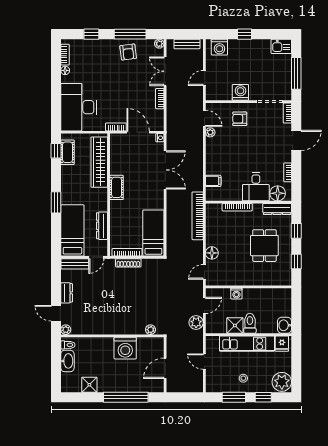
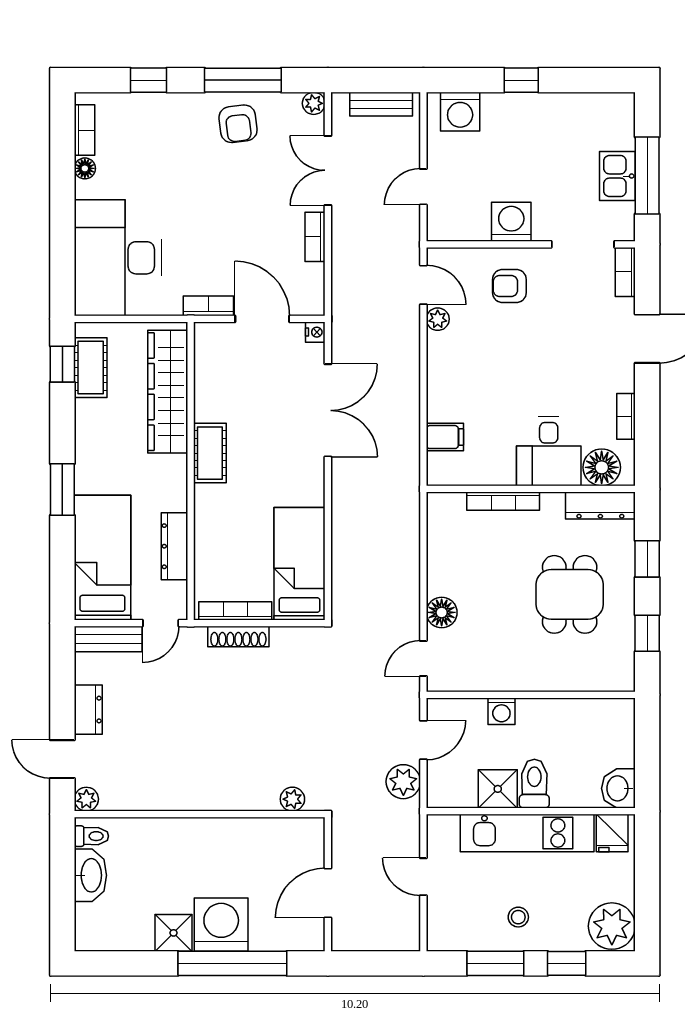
kitchen sink: (281, 46) -> (617, 176), moved, turned 90
bookcase: (198, 216) -> (407, 522), removed
washing machine: (125, 348) -> (221, 925), moved, turned 180
shower: (89, 385) -> (174, 933), moved

